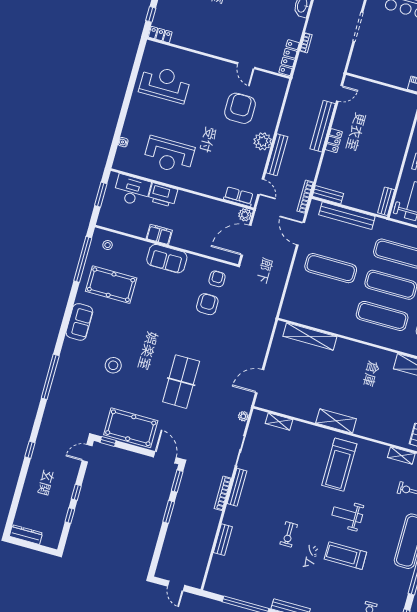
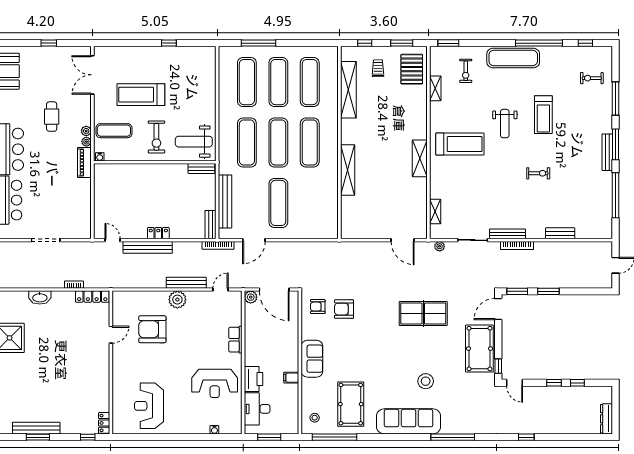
reception desk: (169, 155) -> (215, 383), turned 90
row of seats: (239, 197) -> (235, 340), moved
filing cabinet: (159, 234) -> (291, 378), width x0.50
sofa: (79, 322) -> (409, 421), width x1.85, depth x1.27
shelving: (310, 336) -> (348, 170), moved

